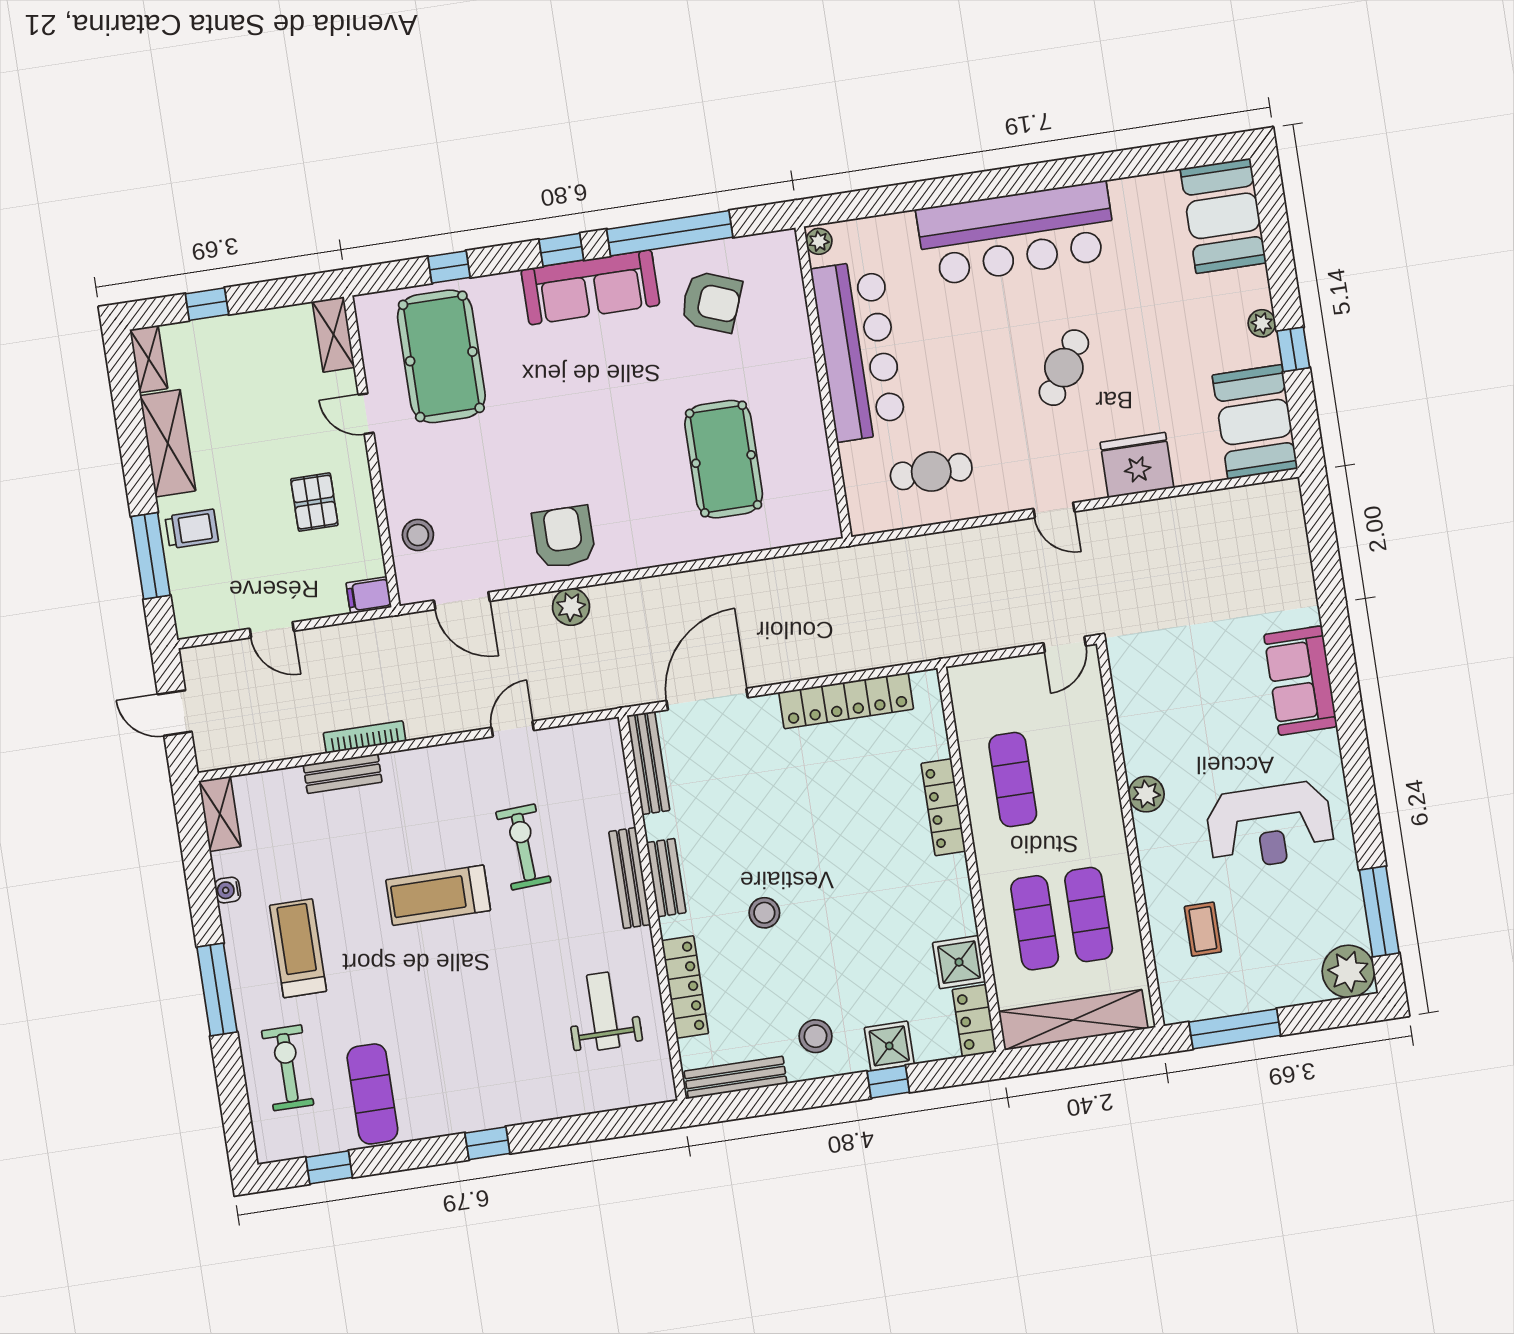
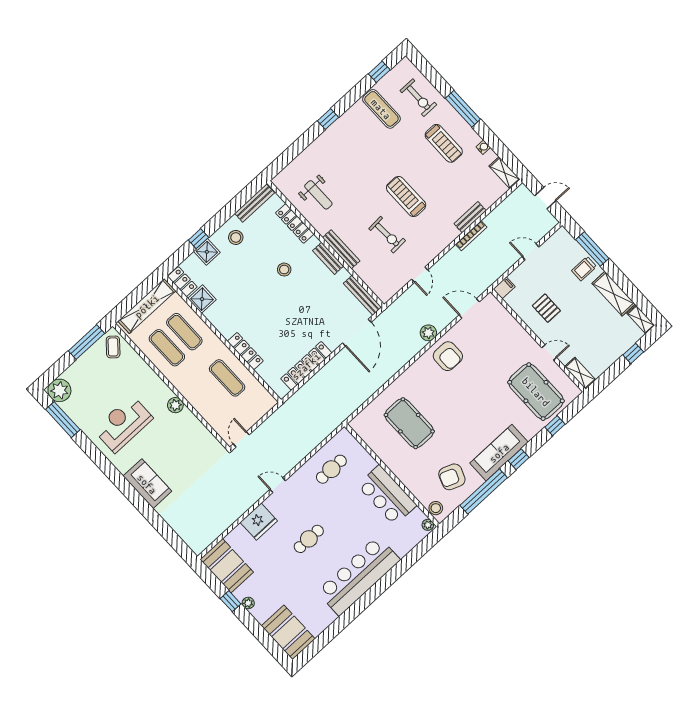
bar counter: (859, 350) -> (387, 495), width x0.73
cafe table: (1064, 368) -> (309, 539), turned 57
stool: (418, 535) -> (436, 508), moved
treadmill: (438, 895) -> (406, 197), turned -90
coffee table: (1203, 929) -> (113, 347), moved, turned 41

